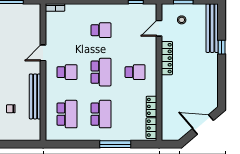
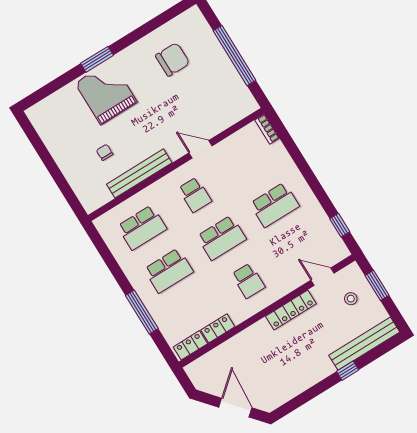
school desk: (101, 30) -> (275, 205), width x1.85

